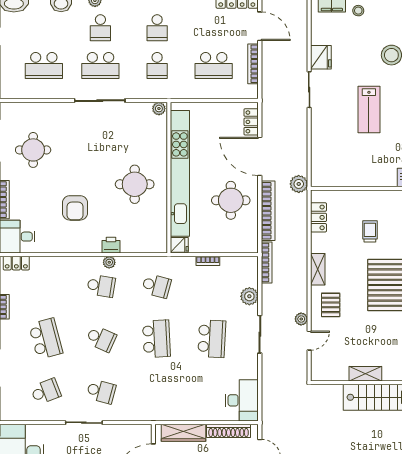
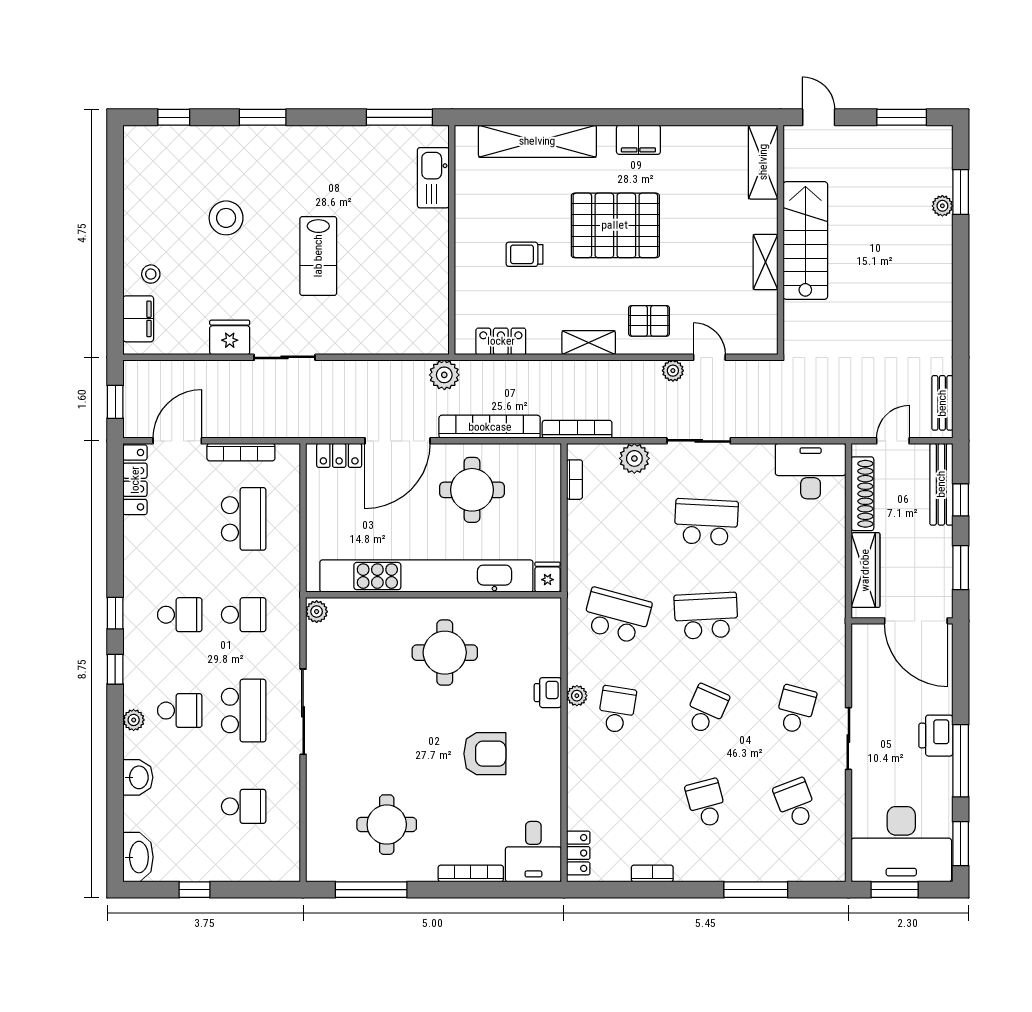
school desk: (44, 65) -> (244, 806), width x0.54
lab bench: (369, 110) -> (318, 256), turned 90
bookcase: (208, 261) -> (574, 480), moved
school desk: (156, 286) -> (617, 616), width x1.85
school desk: (46, 339) -> (706, 803), width x0.54

